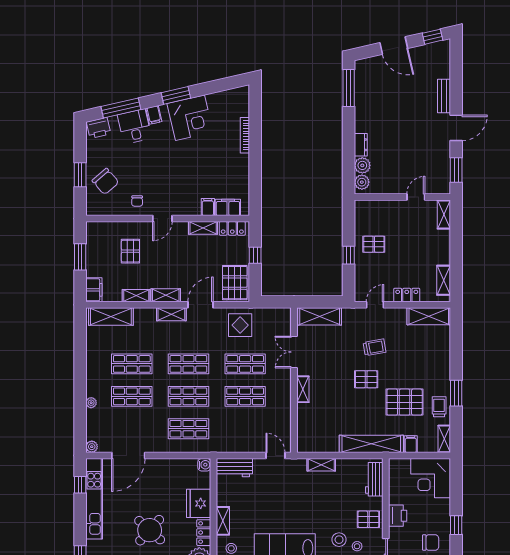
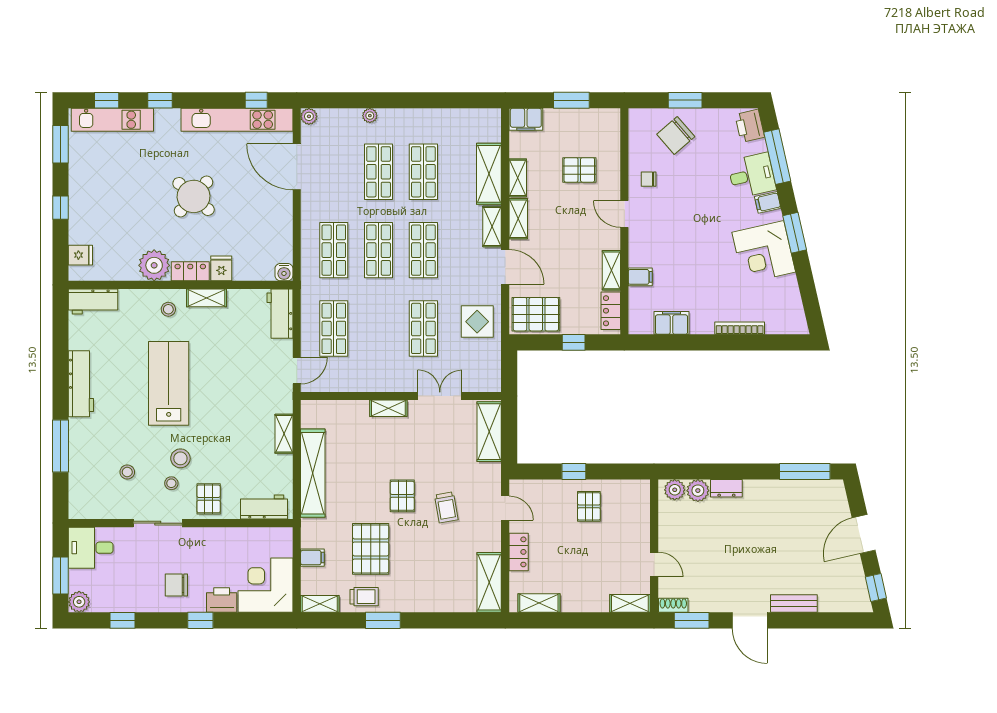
shoe rack: (445, 183) -> (673, 605), added
filing cabinet: (228, 207) -> (671, 323), moved, turned -90
shelving: (111, 317) -> (489, 174), moved
shop shelf: (245, 396) -> (334, 328), moved
shelving: (371, 444) -> (313, 473), moved
fridge: (199, 503) -> (221, 268), width x0.53, depth x0.75
printer: (398, 516) -> (222, 600), moved, turned 180
chair: (431, 543) -> (176, 585), turned 90

